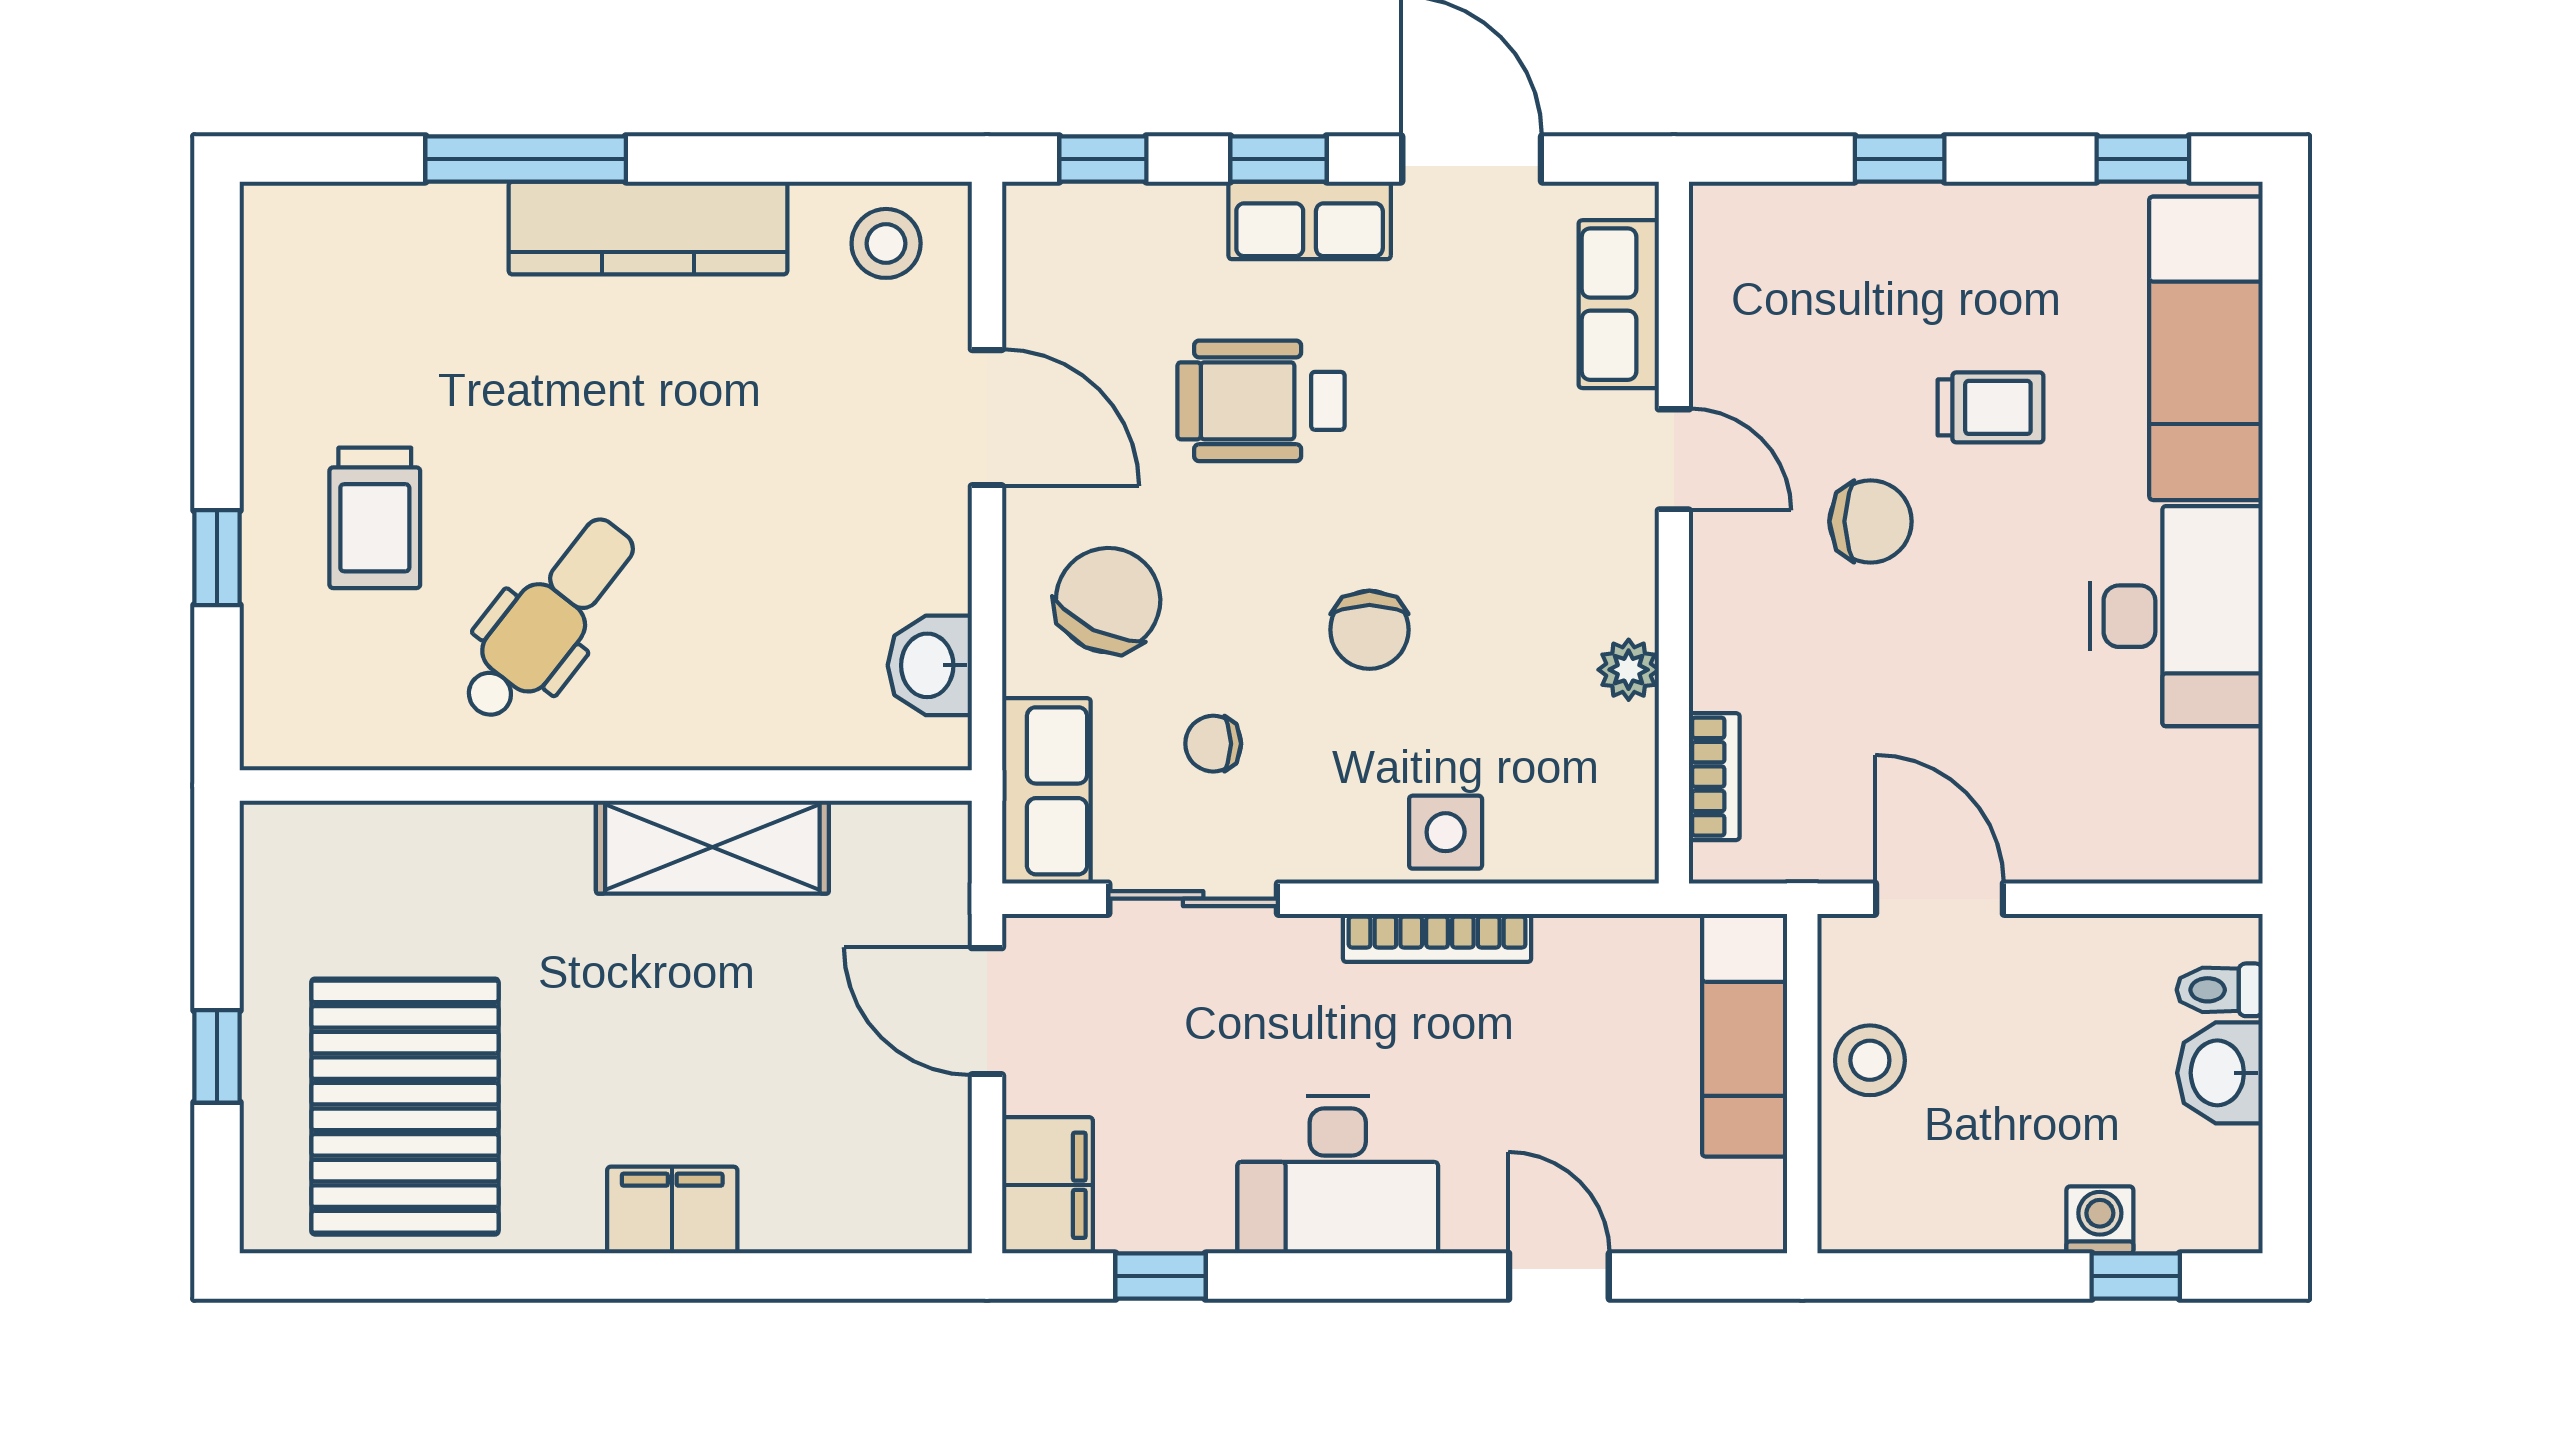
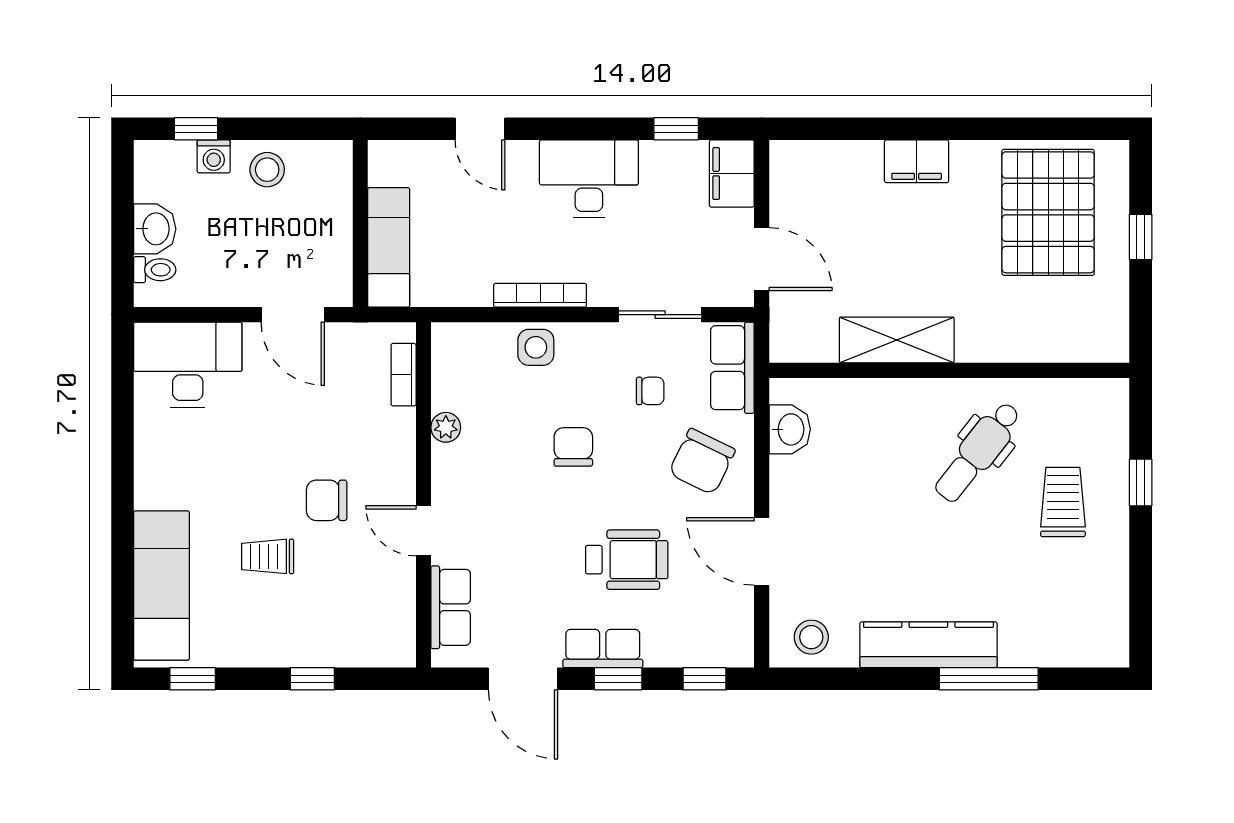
desk: (2176, 616) -> (188, 365), moved, turned 90
stool: (1870, 1060) -> (267, 170), moved

